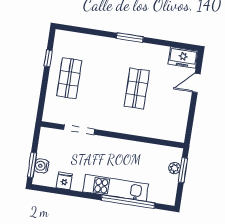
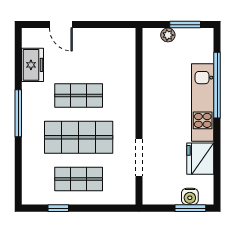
window: (130, 38) -> (18, 113), width x1.44
freezer: (183, 58) -> (33, 65), moved
shop shelf: (103, 83) -> (79, 137), added
window: (183, 170) -> (185, 25), moved
fridge: (64, 181) -> (200, 159), width x1.88, depth x1.34

